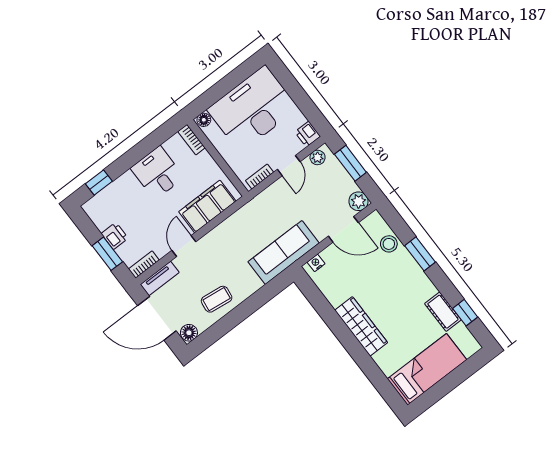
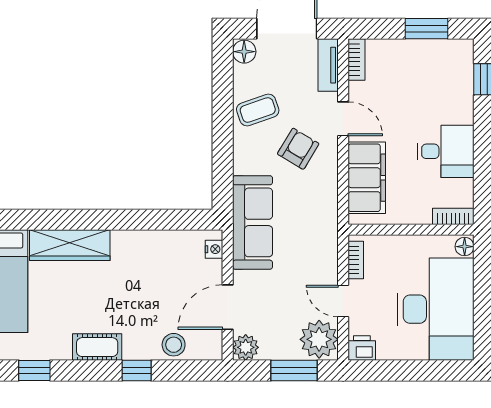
plant: (318, 157) -> (319, 339), width x1.87, depth x1.87
printer: (115, 236) -> (412, 52), removed
window: (107, 254) -> (426, 29), moved
window: (420, 254) -> (137, 370), width x0.67
armchair: (221, 259) -> (298, 149), added
coffee table: (217, 299) -> (258, 110), turned 64
cot: (443, 312) -> (97, 347), moved
wardrobe: (361, 326) -> (70, 245), moved

